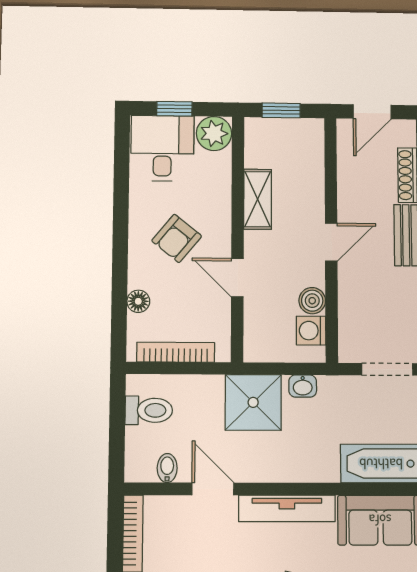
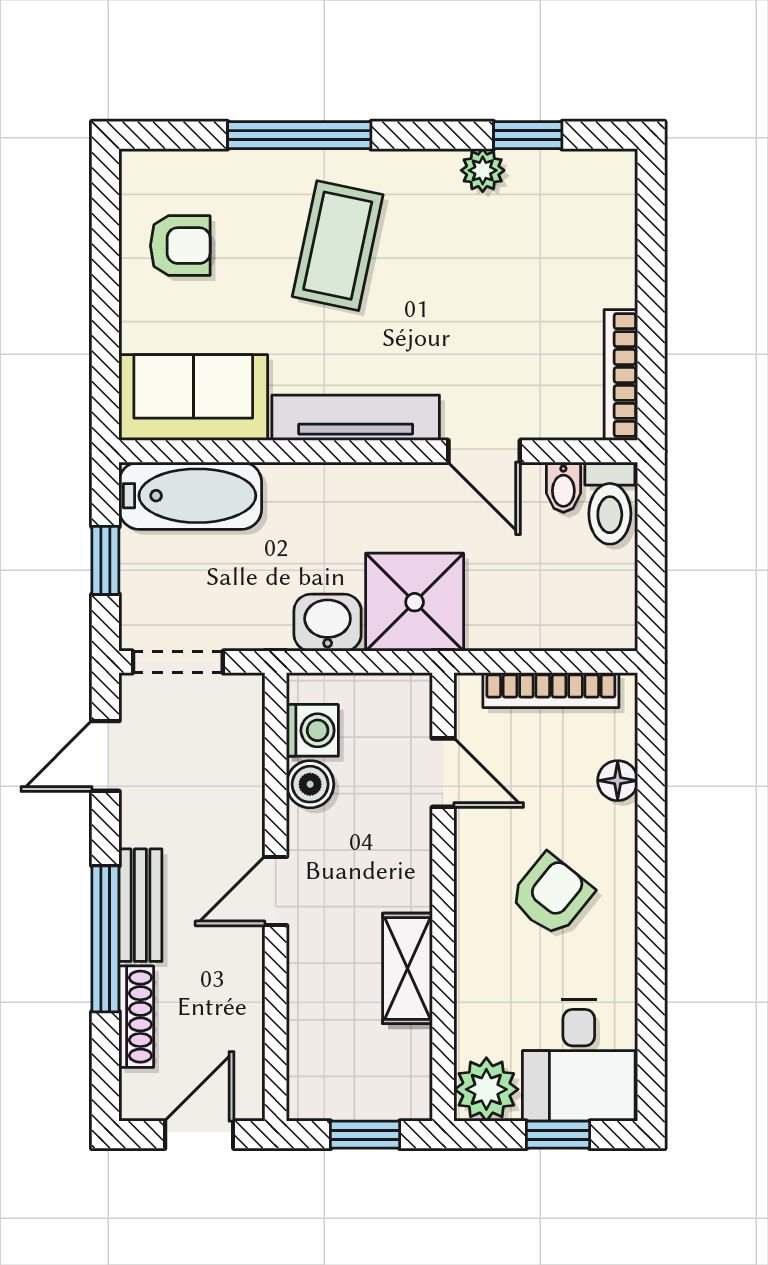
door: (237, 278) -> (443, 773), moved
washbasin: (303, 386) -> (328, 623), width x1.38, depth x1.45
toilet: (149, 410) -> (610, 503), moved, turned -90

